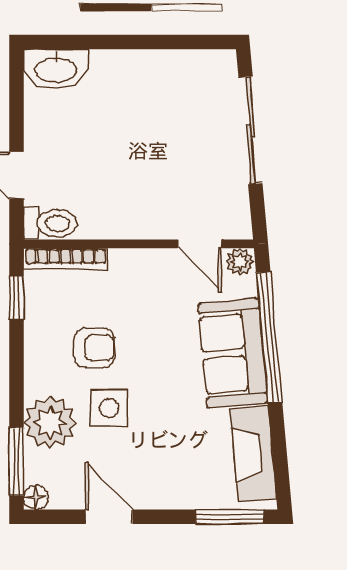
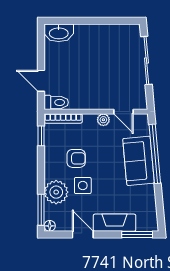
plant: (240, 262) -> (103, 120), moved
fireplace: (253, 454) -> (115, 223), moved, turned 95

